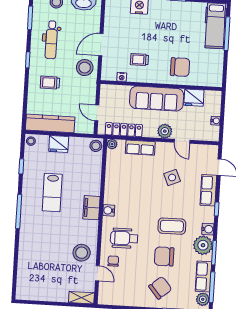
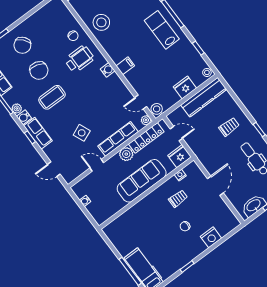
chair: (180, 67) -> (185, 226), moved, width x0.54, depth x0.54
stool: (85, 68) -> (213, 159), removed
fridge: (194, 98) -> (180, 156), moved
plant: (165, 131) -> (126, 154), moved
row of seats: (140, 148) -> (118, 139), width x1.48
row of seats: (208, 190) -> (38, 133), moved
lab bench: (52, 193) -> (162, 30), moved
filing cabinet: (91, 208) -> (125, 66), width x0.50
plant: (203, 245) -> (17, 108), width x0.53, depth x0.53
chair: (164, 256) -> (39, 70), turned 106
door: (97, 273) -> (141, 102), moved

